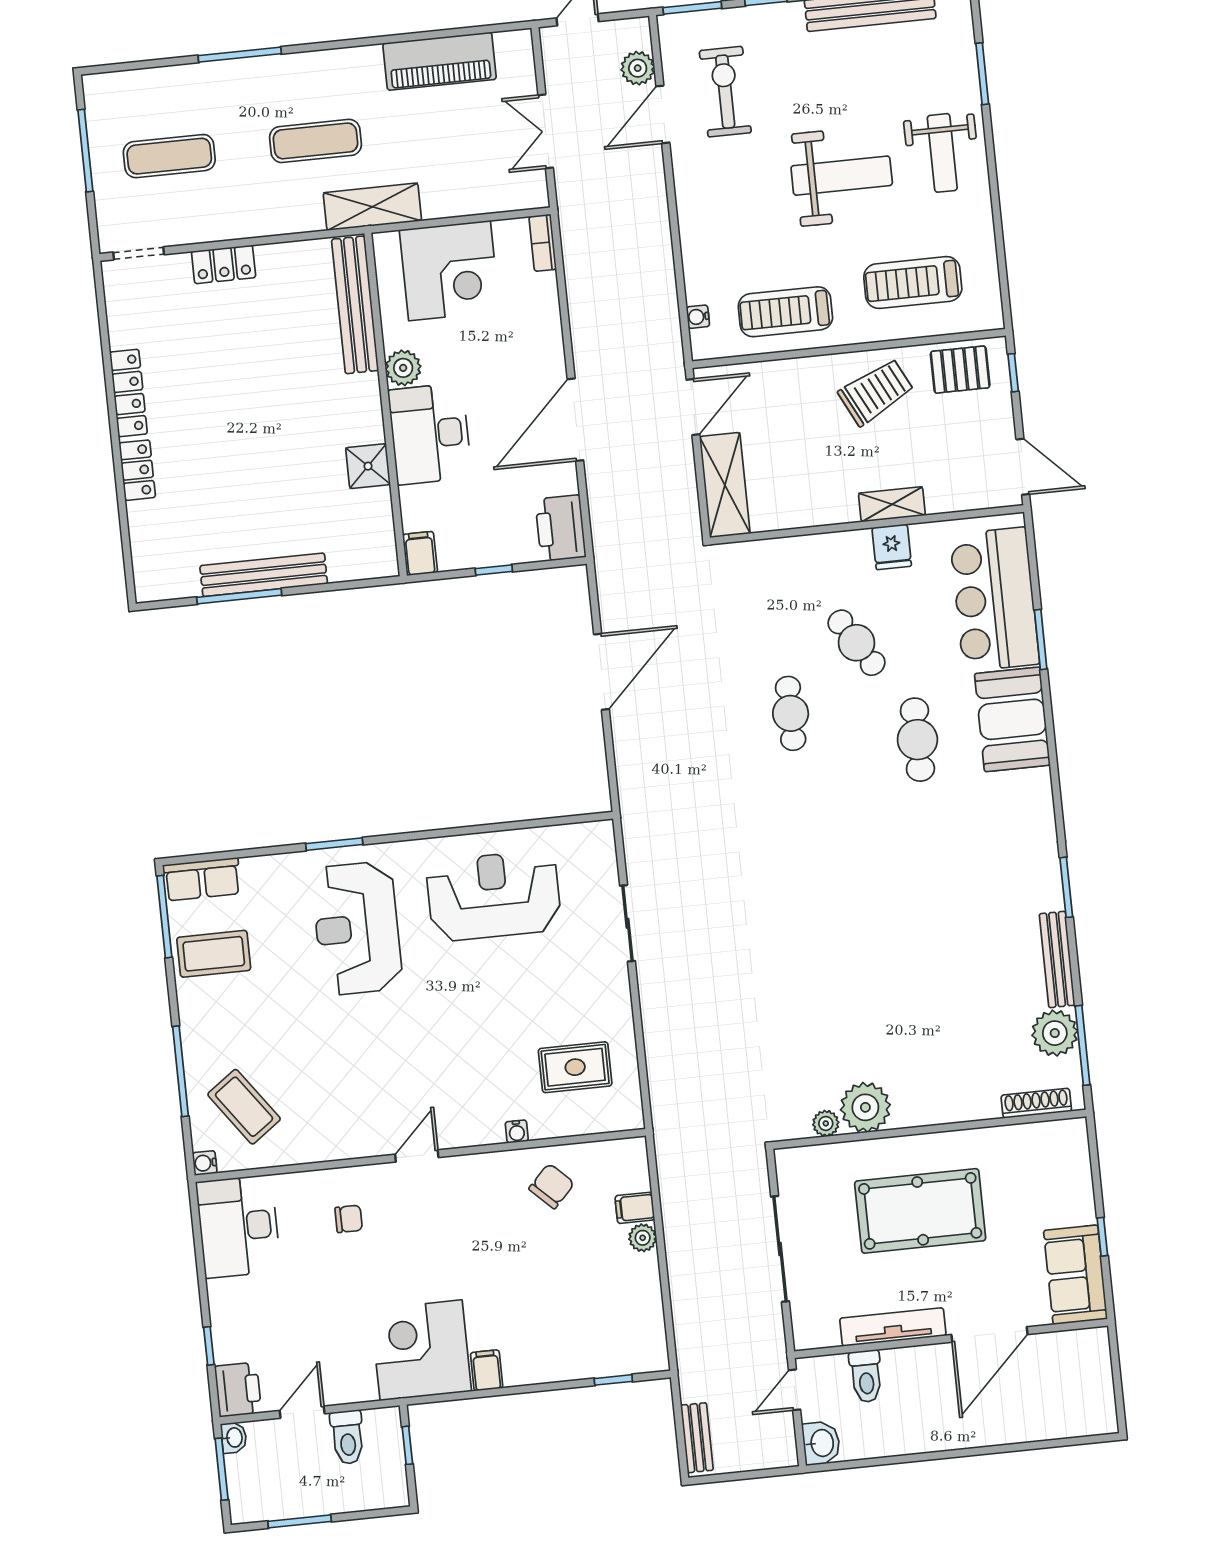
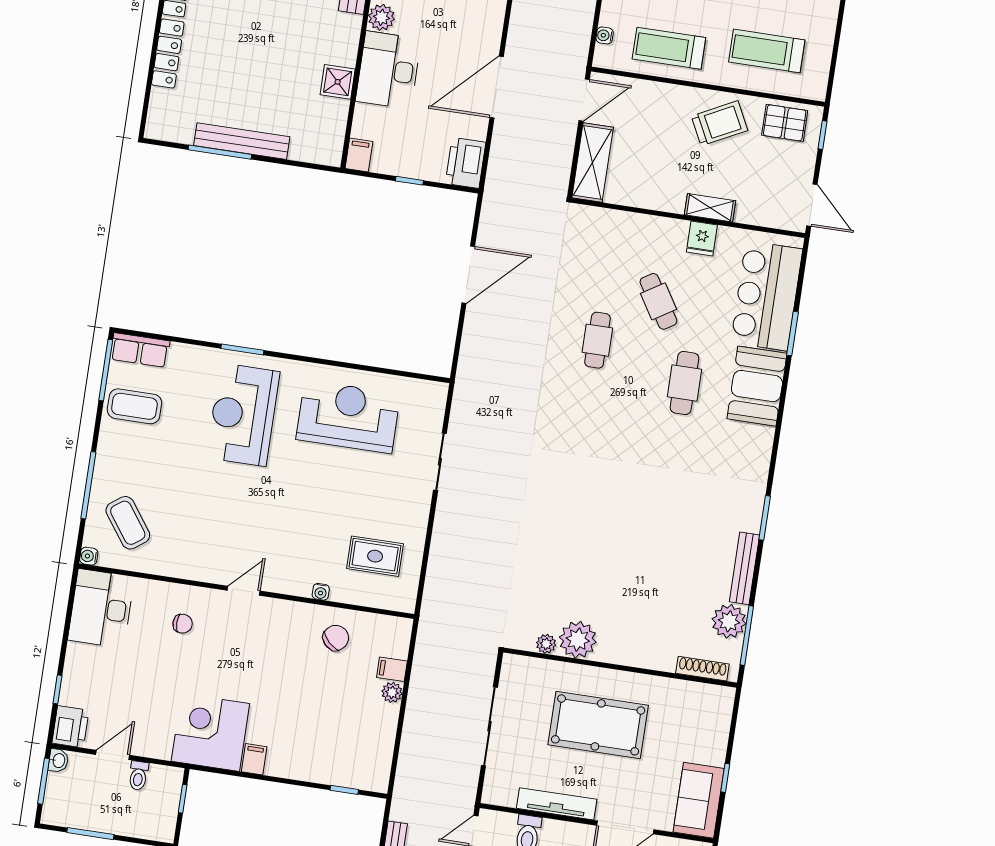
locker: (137, 470) -> (168, 53), width x1.53
toilet: (347, 1437) -> (138, 776), width x0.73, depth x0.72

